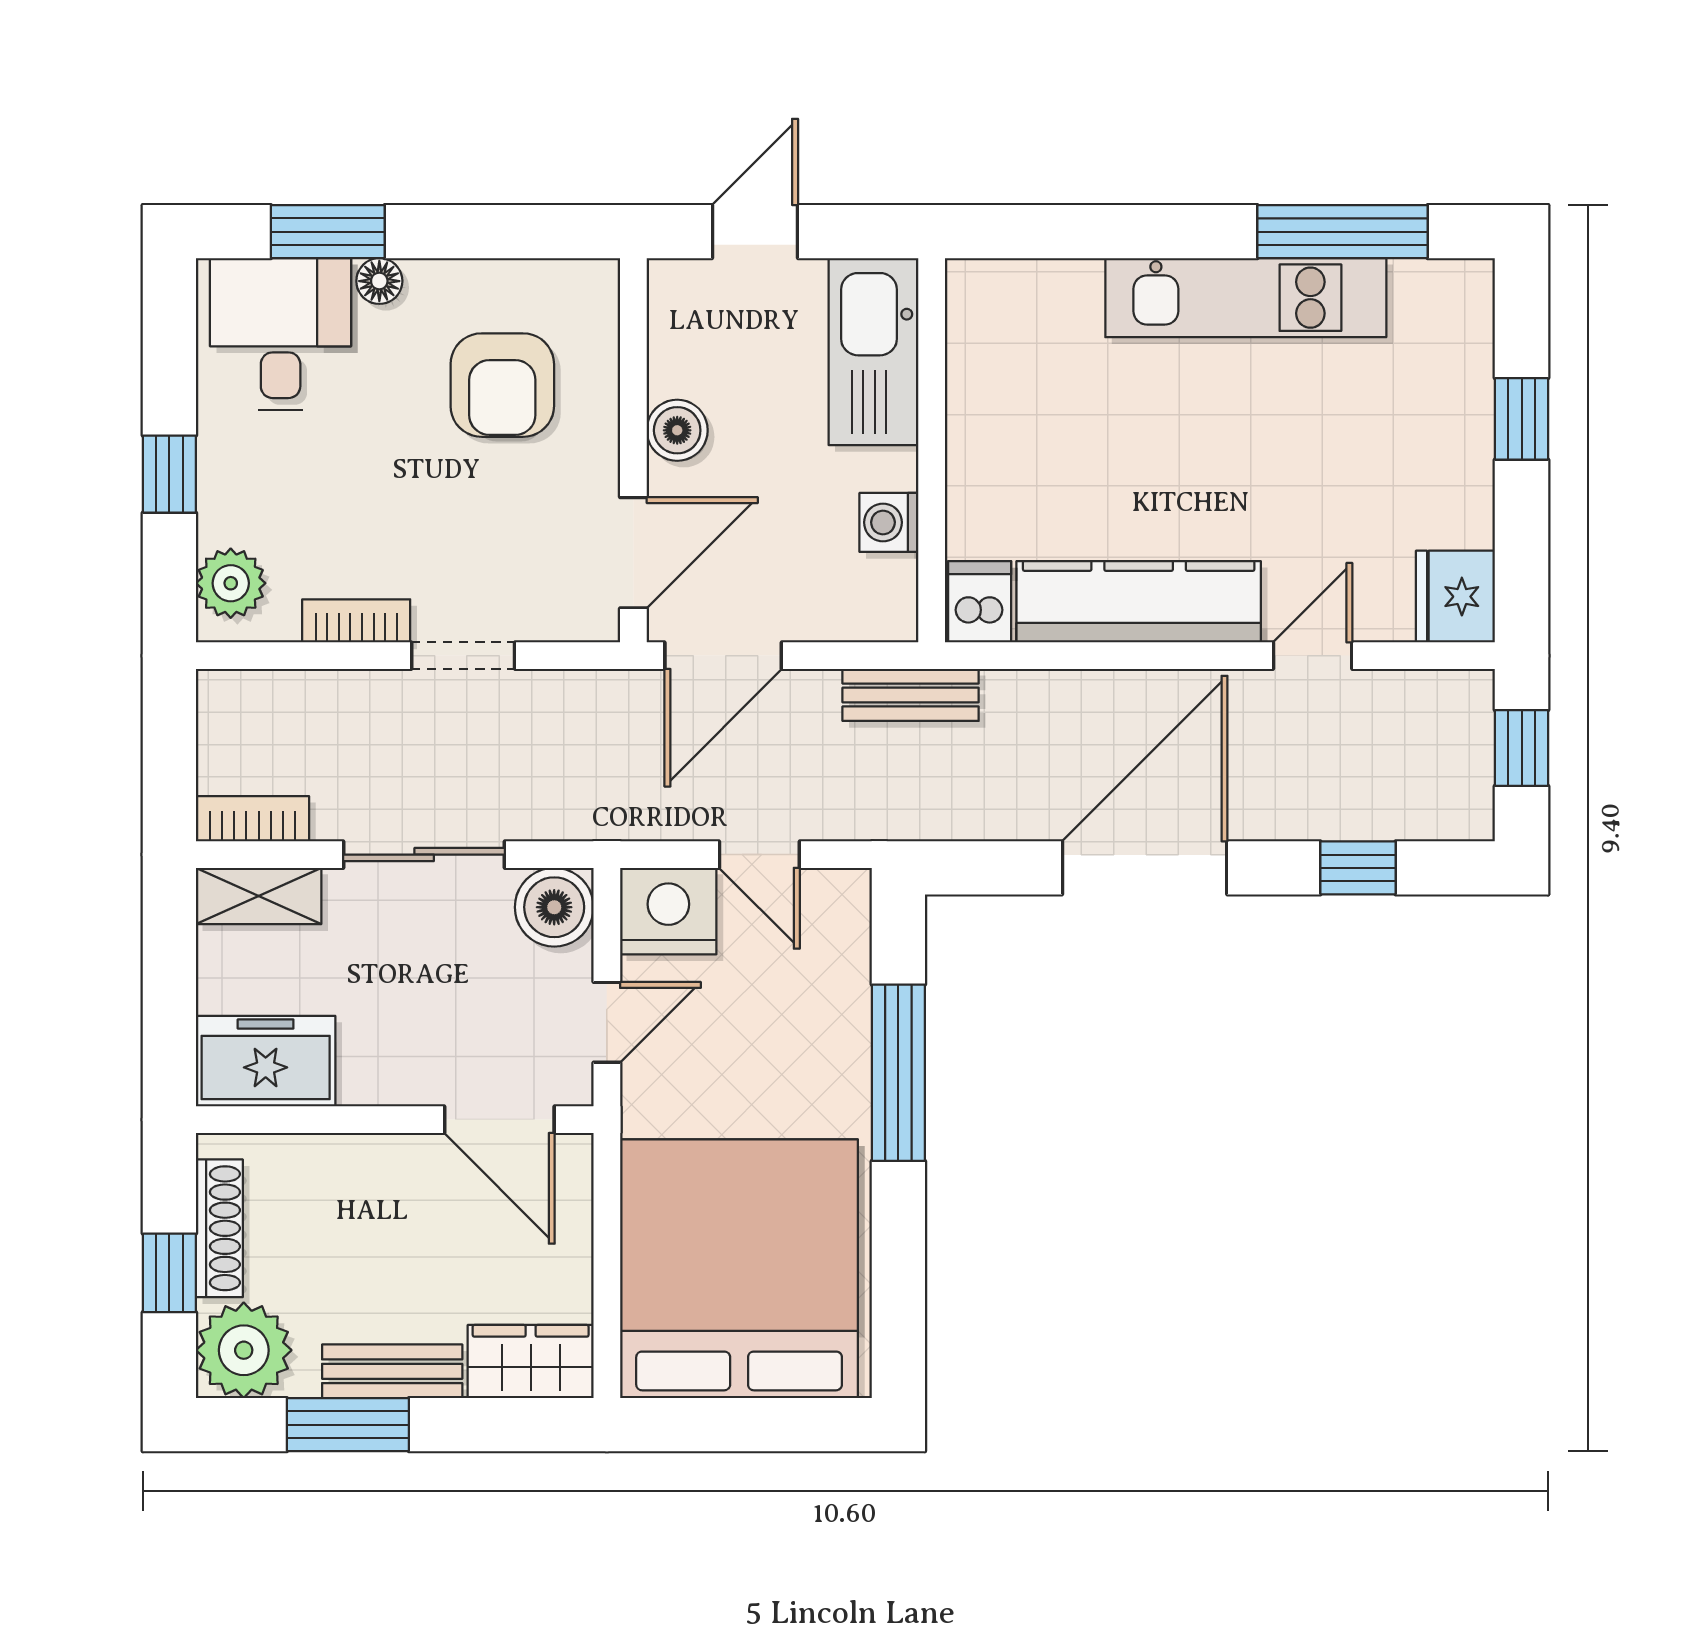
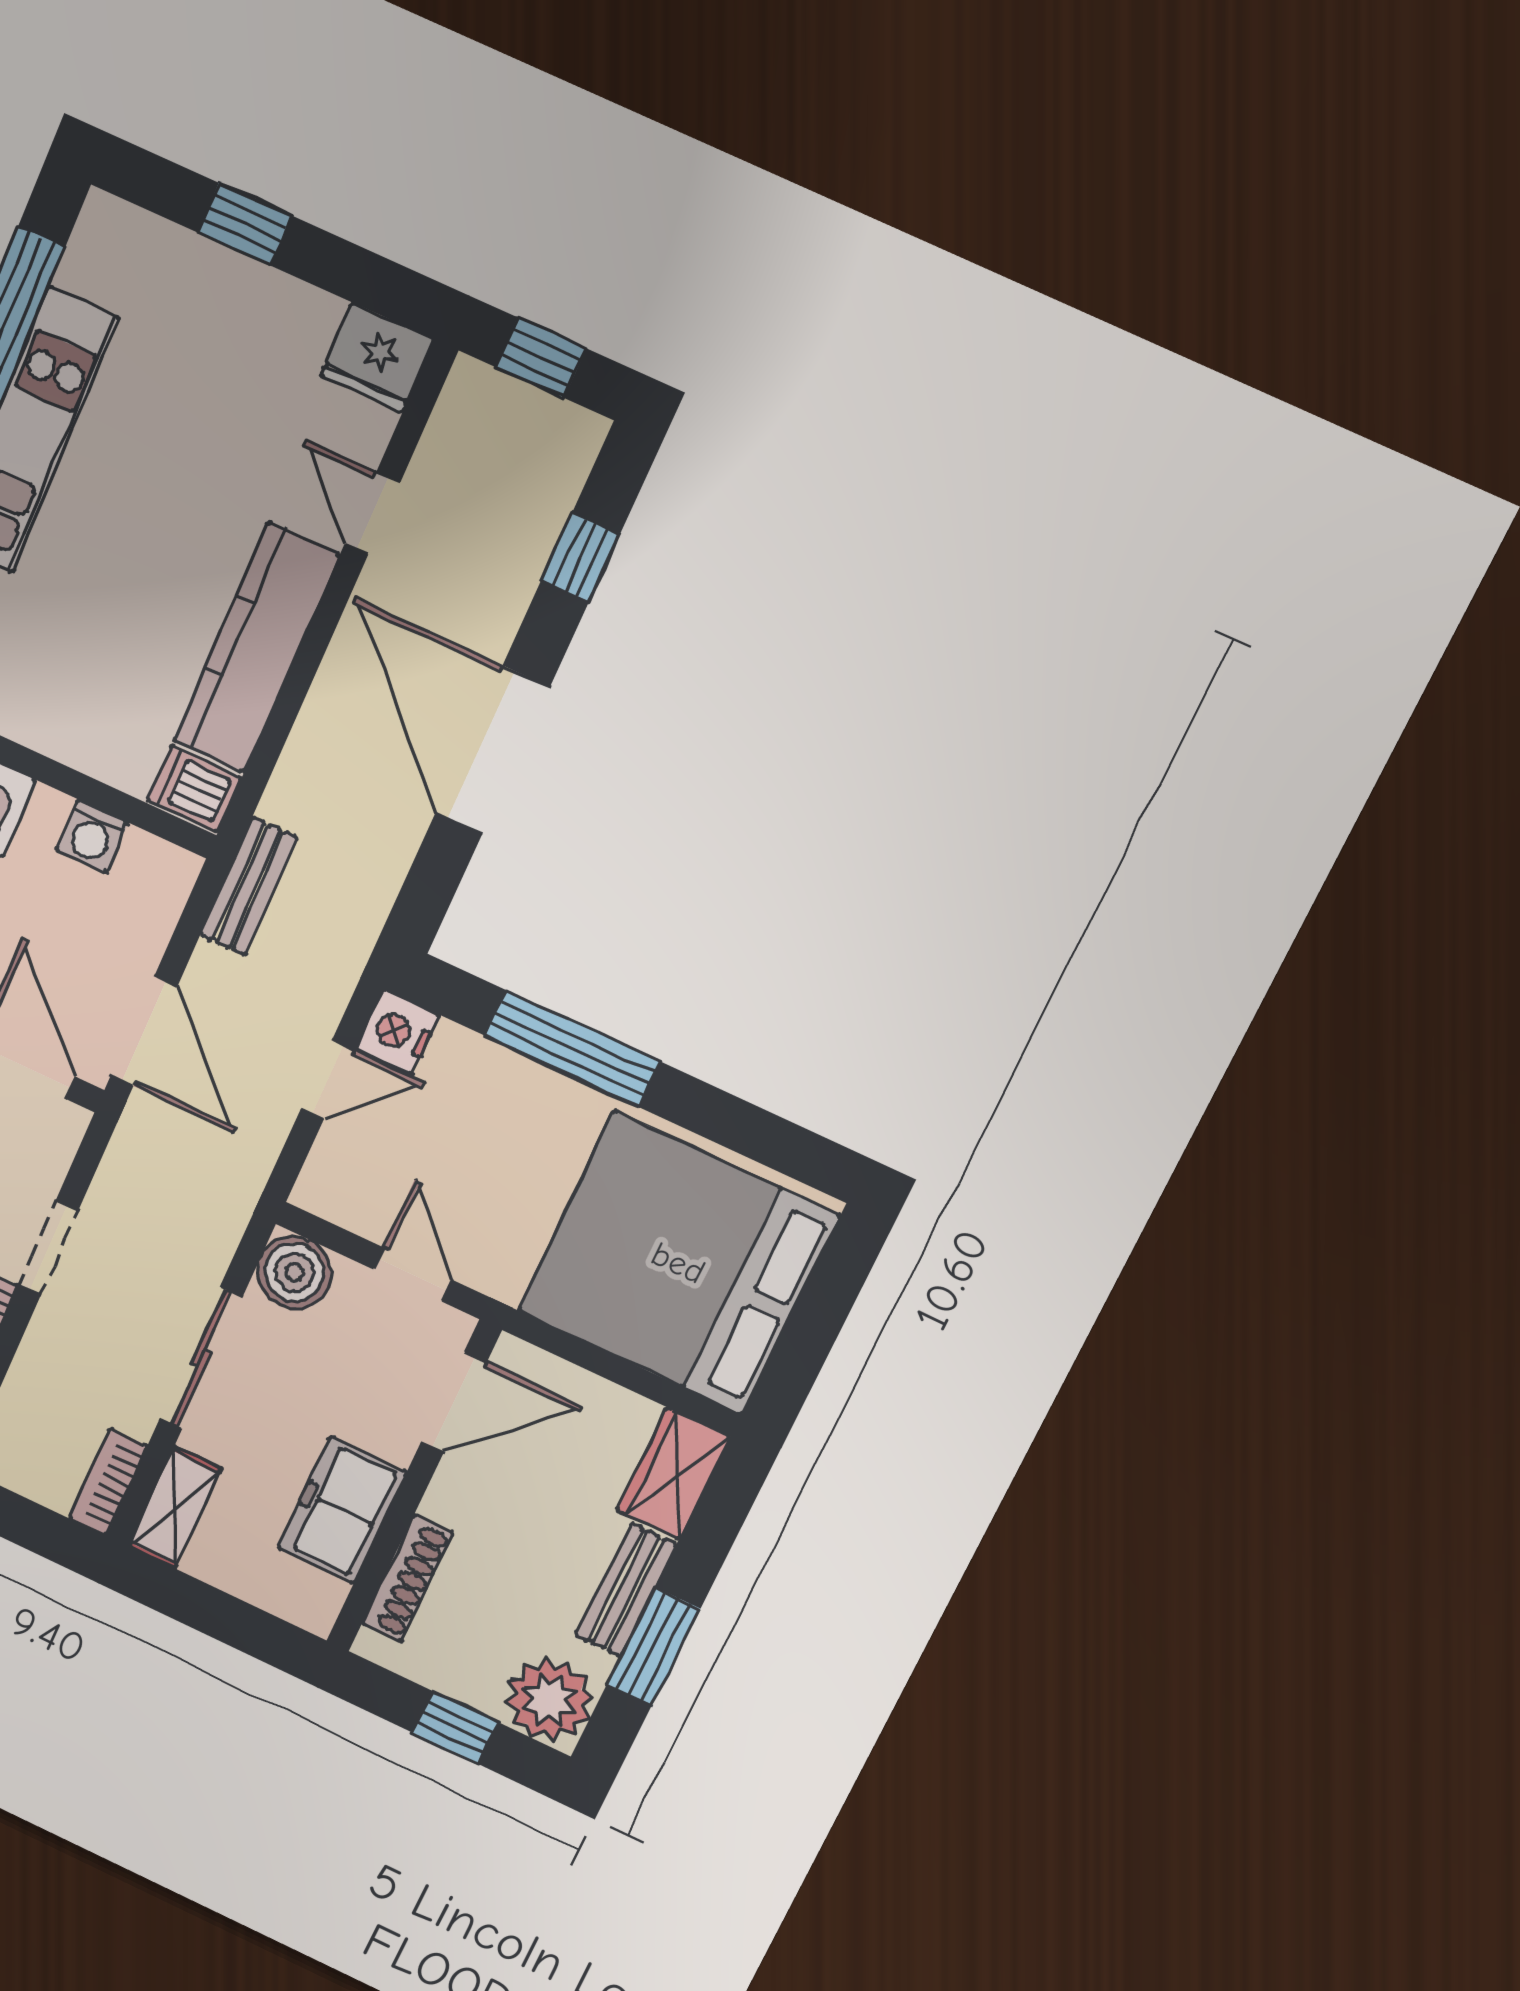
nightstand: (668, 911) -> (398, 1032), moved, width x0.74, depth x0.75
freezer: (266, 1061) -> (342, 1510), moved
shoe rack: (219, 1228) -> (408, 1578), moved, turned 90

